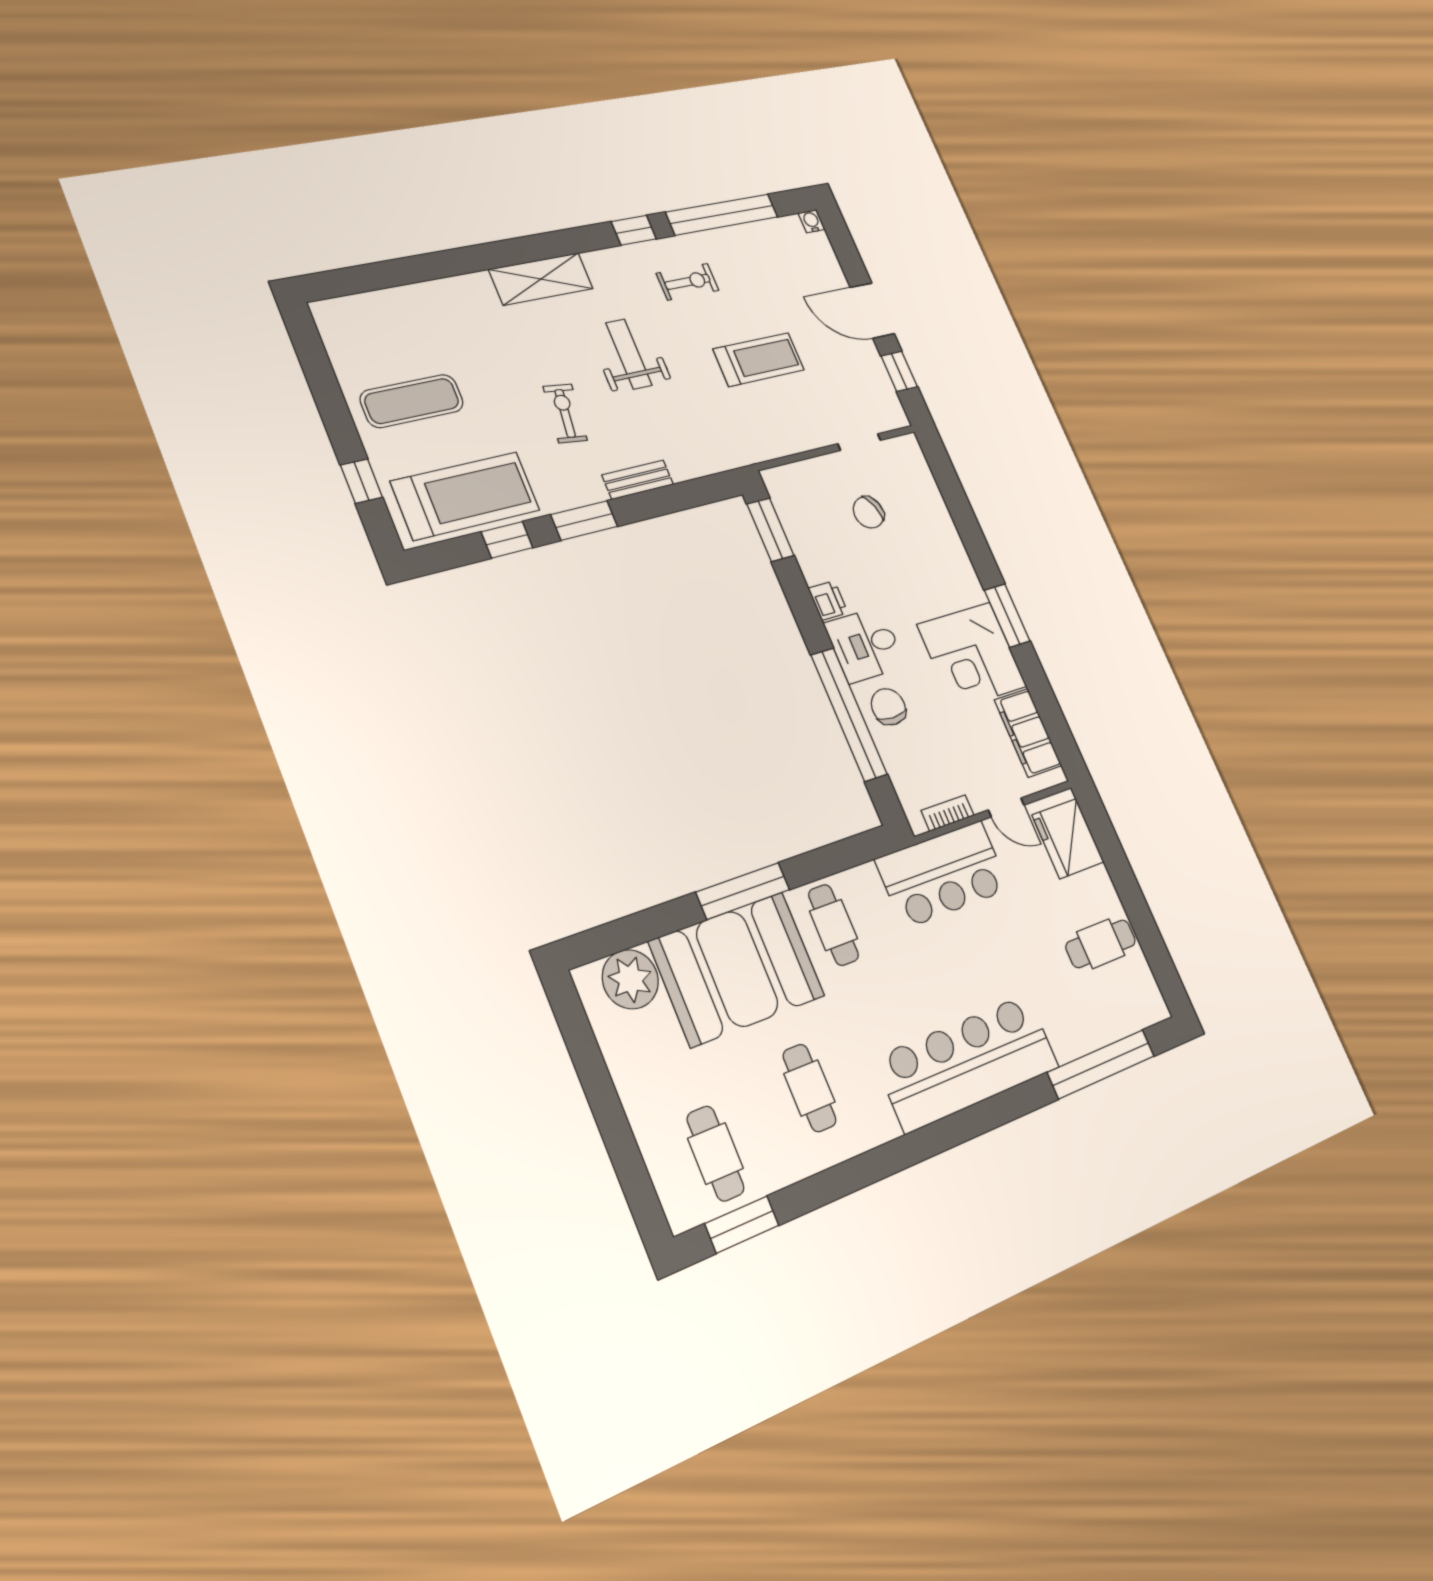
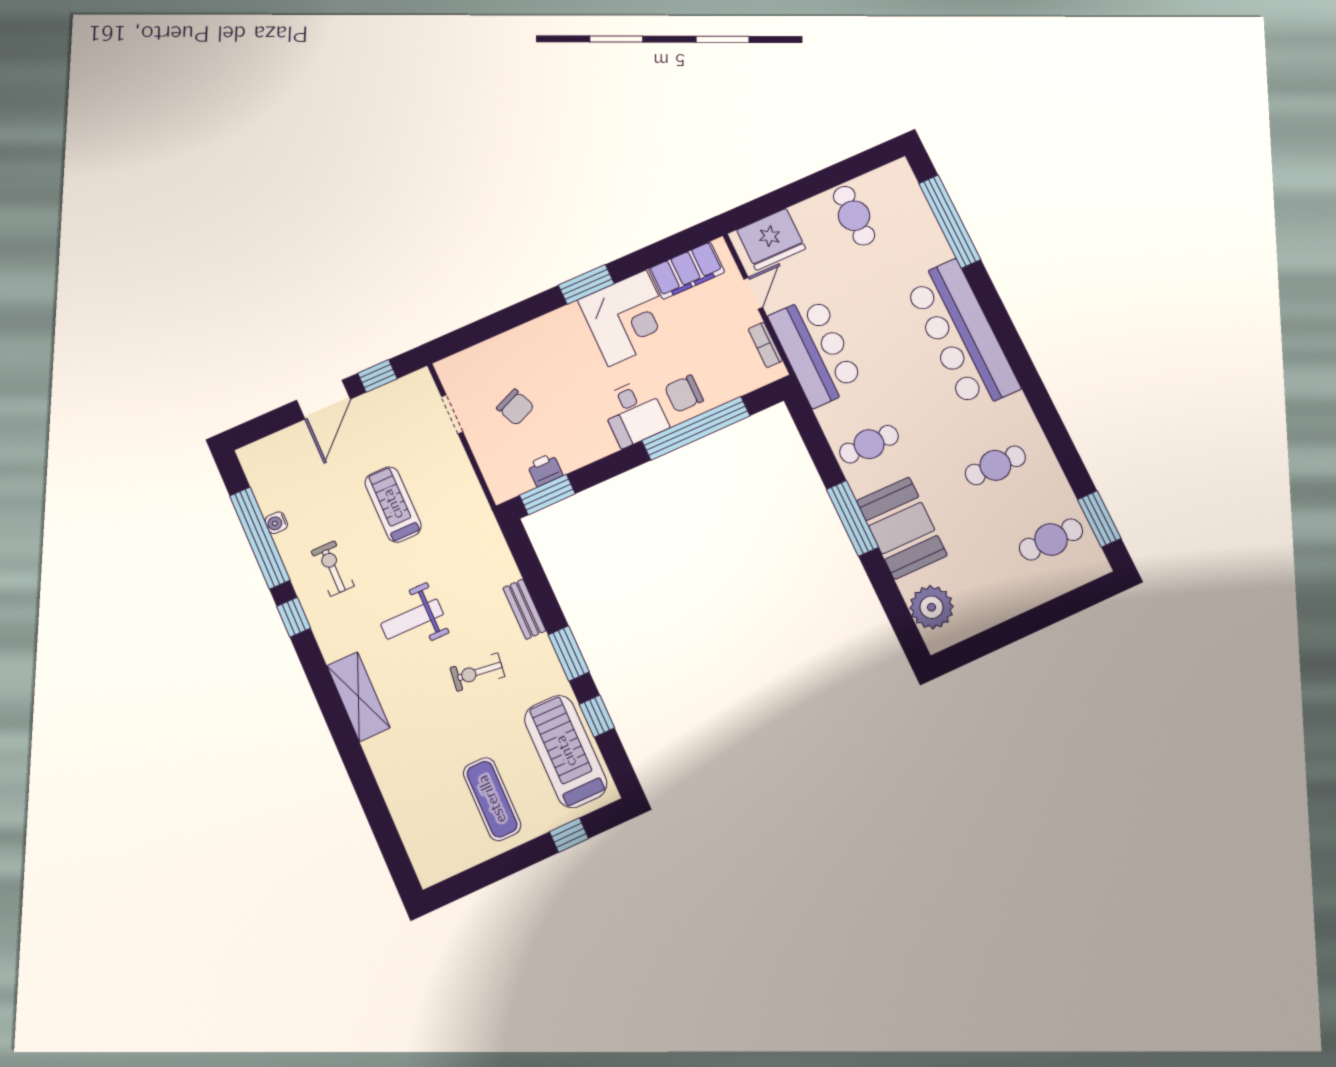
water cooler: (812, 221) -> (276, 523), moved
printer: (828, 600) -> (545, 470), moved
booth: (737, 969) -> (902, 528), width x0.73, depth x0.70

